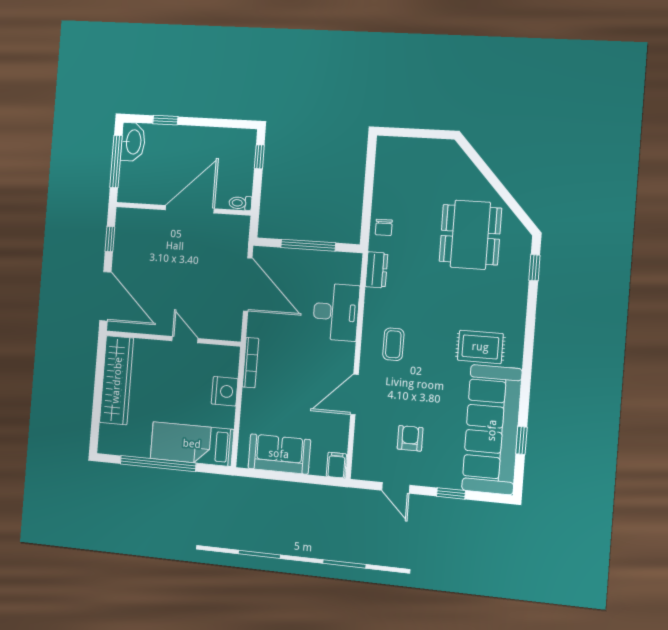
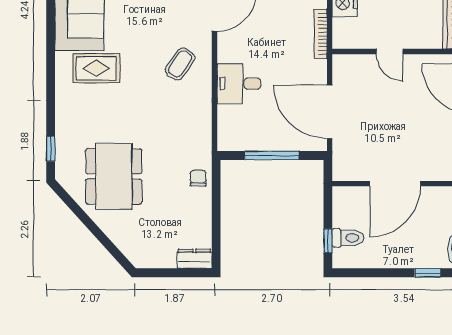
toilet: (240, 203) -> (348, 238), moved, width x1.37, depth x1.39
dresser: (377, 270) -> (194, 259), moved, turned 90
desk: (336, 312) -> (239, 84), width x0.73
coffee table: (393, 344) -> (180, 64), turned 35

